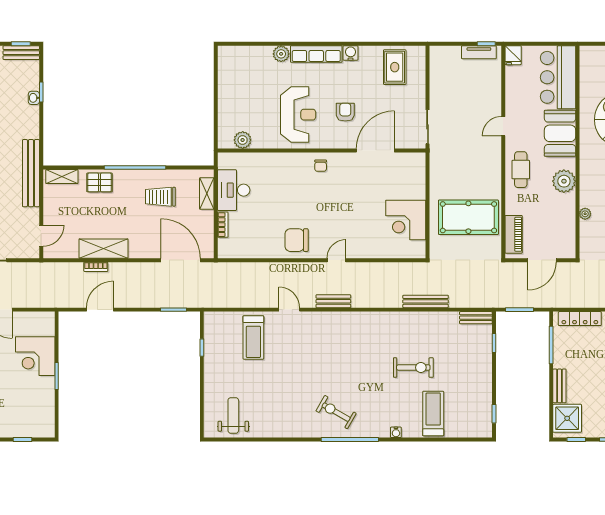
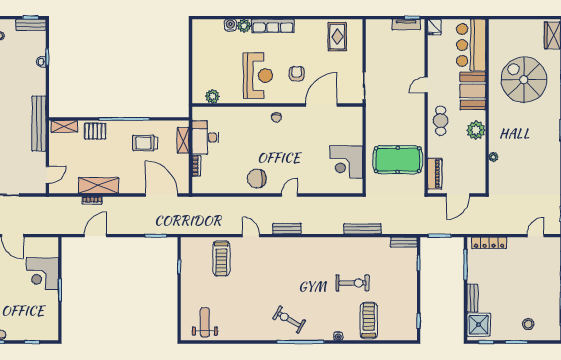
water cooler: (351, 53) -> (230, 25), moved

